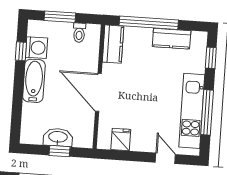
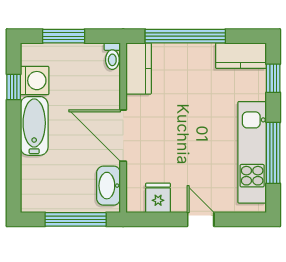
toilet: (79, 33) -> (112, 56), moved
kitchen counter: (172, 39) -> (241, 56), moved
washbasin: (58, 137) -> (109, 186), moved, turned -90
window: (60, 151) -> (76, 219), width x2.17
door: (165, 158) -> (201, 219), moved

